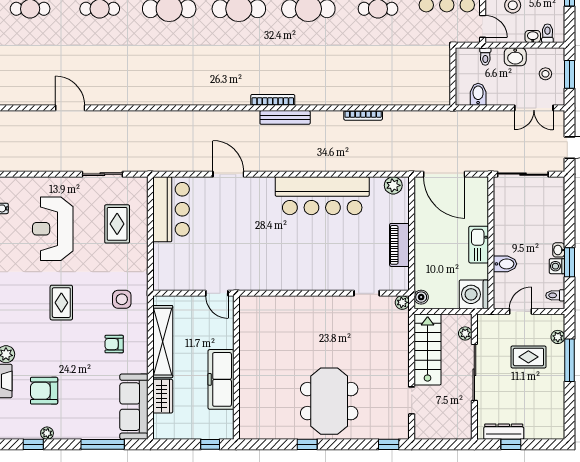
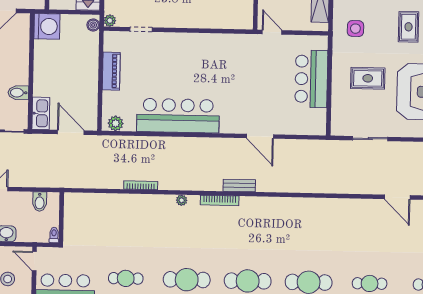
toilet: (485, 57) -> (54, 235), moved
plant: (316, 99) -> (182, 200), added
bench: (285, 117) -> (239, 185), moved, width x0.73
door: (444, 174) -> (71, 132), width x0.73
bar counter: (171, 209) -> (311, 79), moved
rug: (117, 224) -> (368, 78), moved, turned 90
kitchen sink: (479, 245) -> (41, 113), moved
bidet: (505, 264) -> (18, 93), moved

